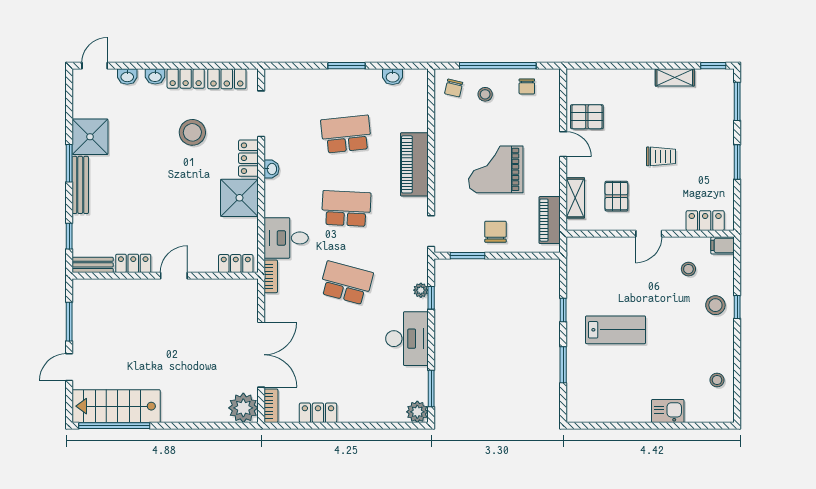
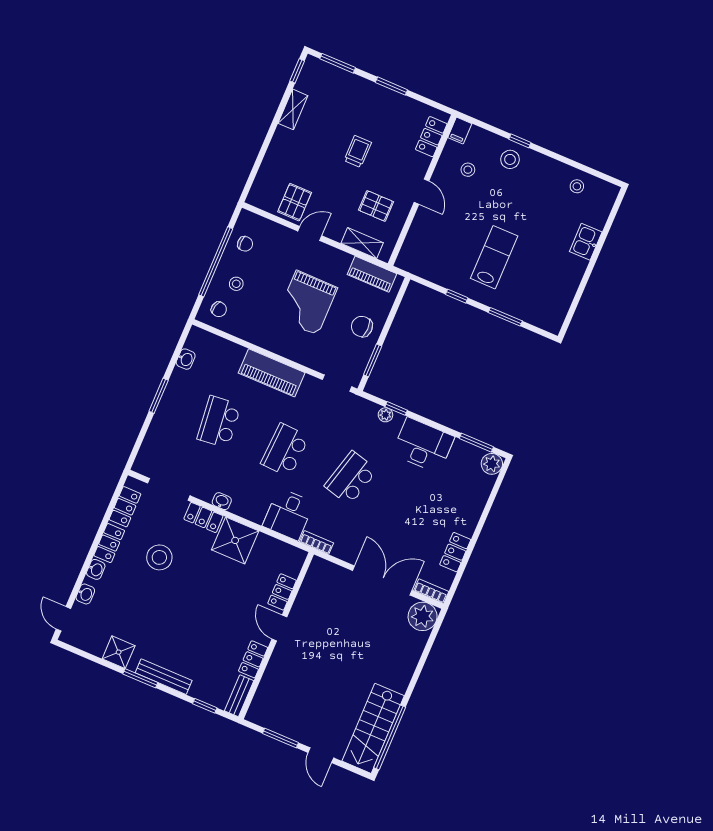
shower: (90, 137) -> (119, 652), width x0.73, depth x0.73
locker: (236, 264) -> (282, 592), moved

